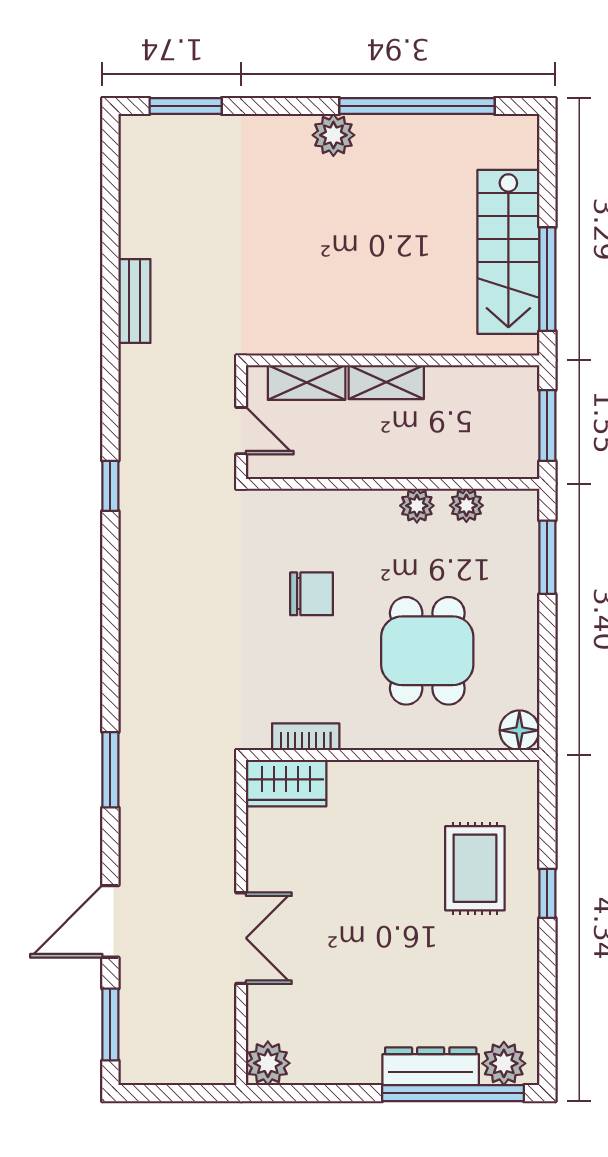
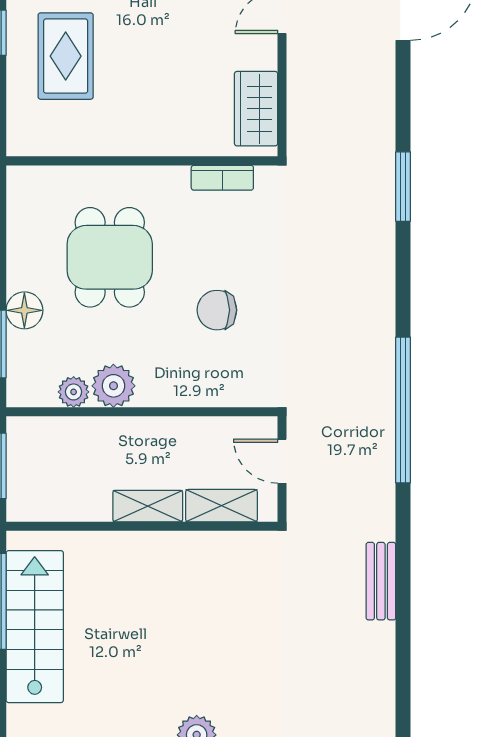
window: (110, 486) -> (403, 410), width x3.17
plant: (417, 506) -> (113, 386), width x1.38, depth x1.38
floor lamp: (519, 730) -> (24, 310), moved
window: (110, 770) -> (403, 187), moved
wardrobe: (286, 783) -> (256, 109), moved, turned -90

